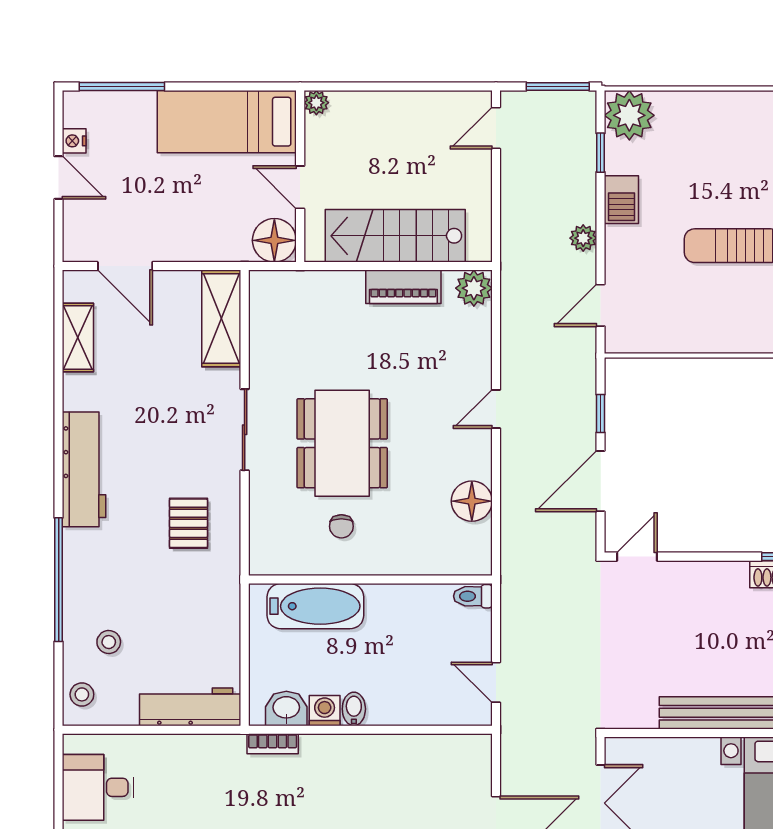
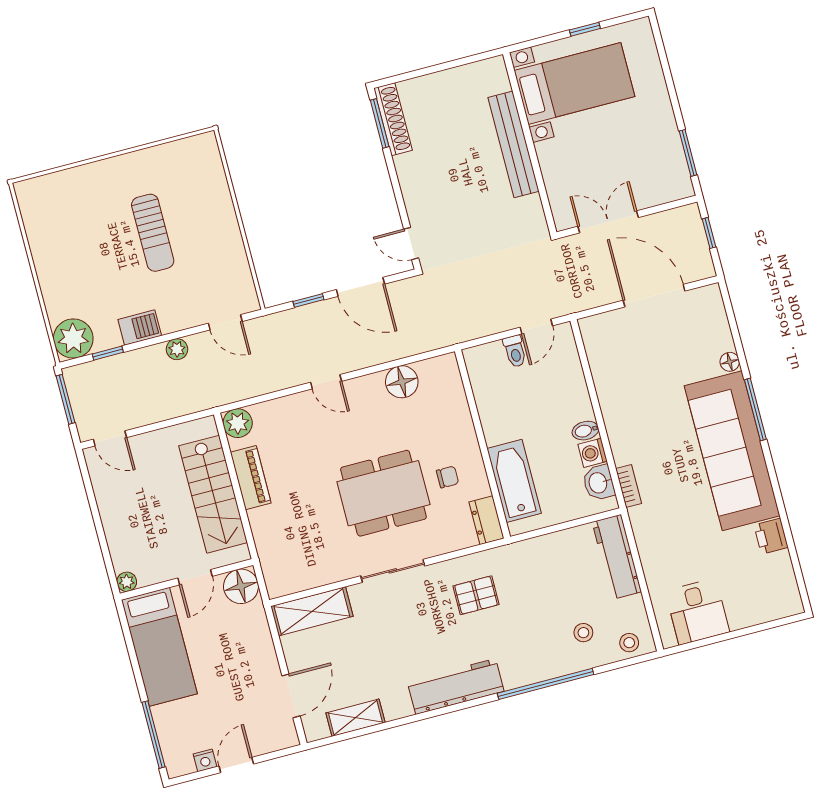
dresser: (276, 560) -> (486, 520), added
toilet: (473, 596) -> (515, 351), moved

